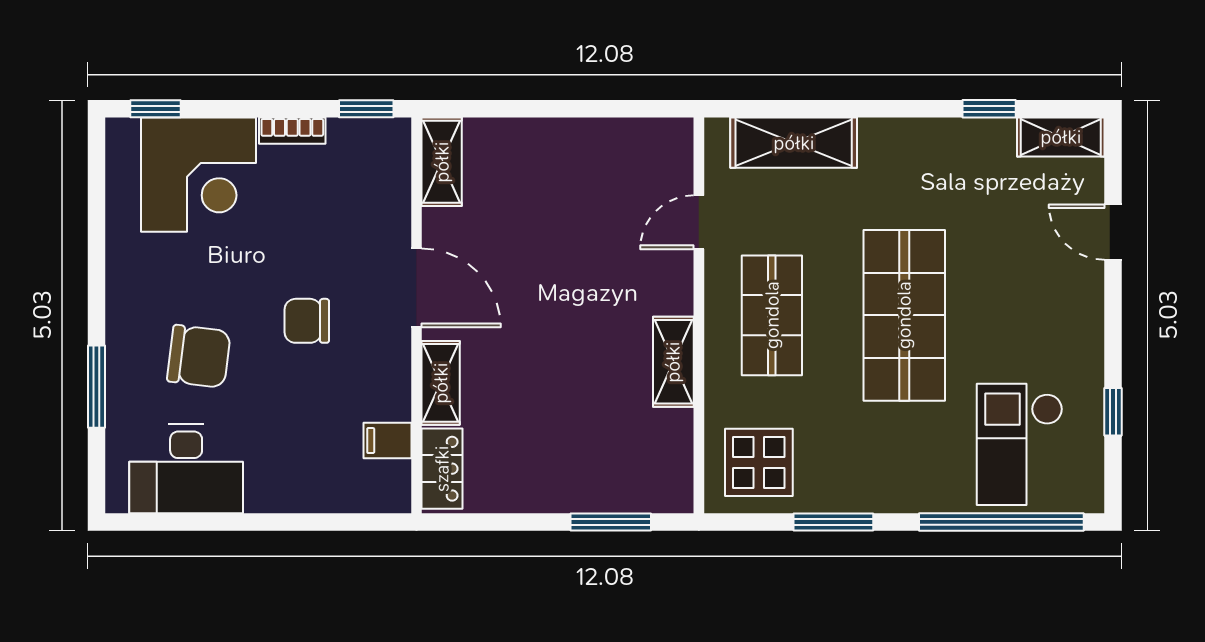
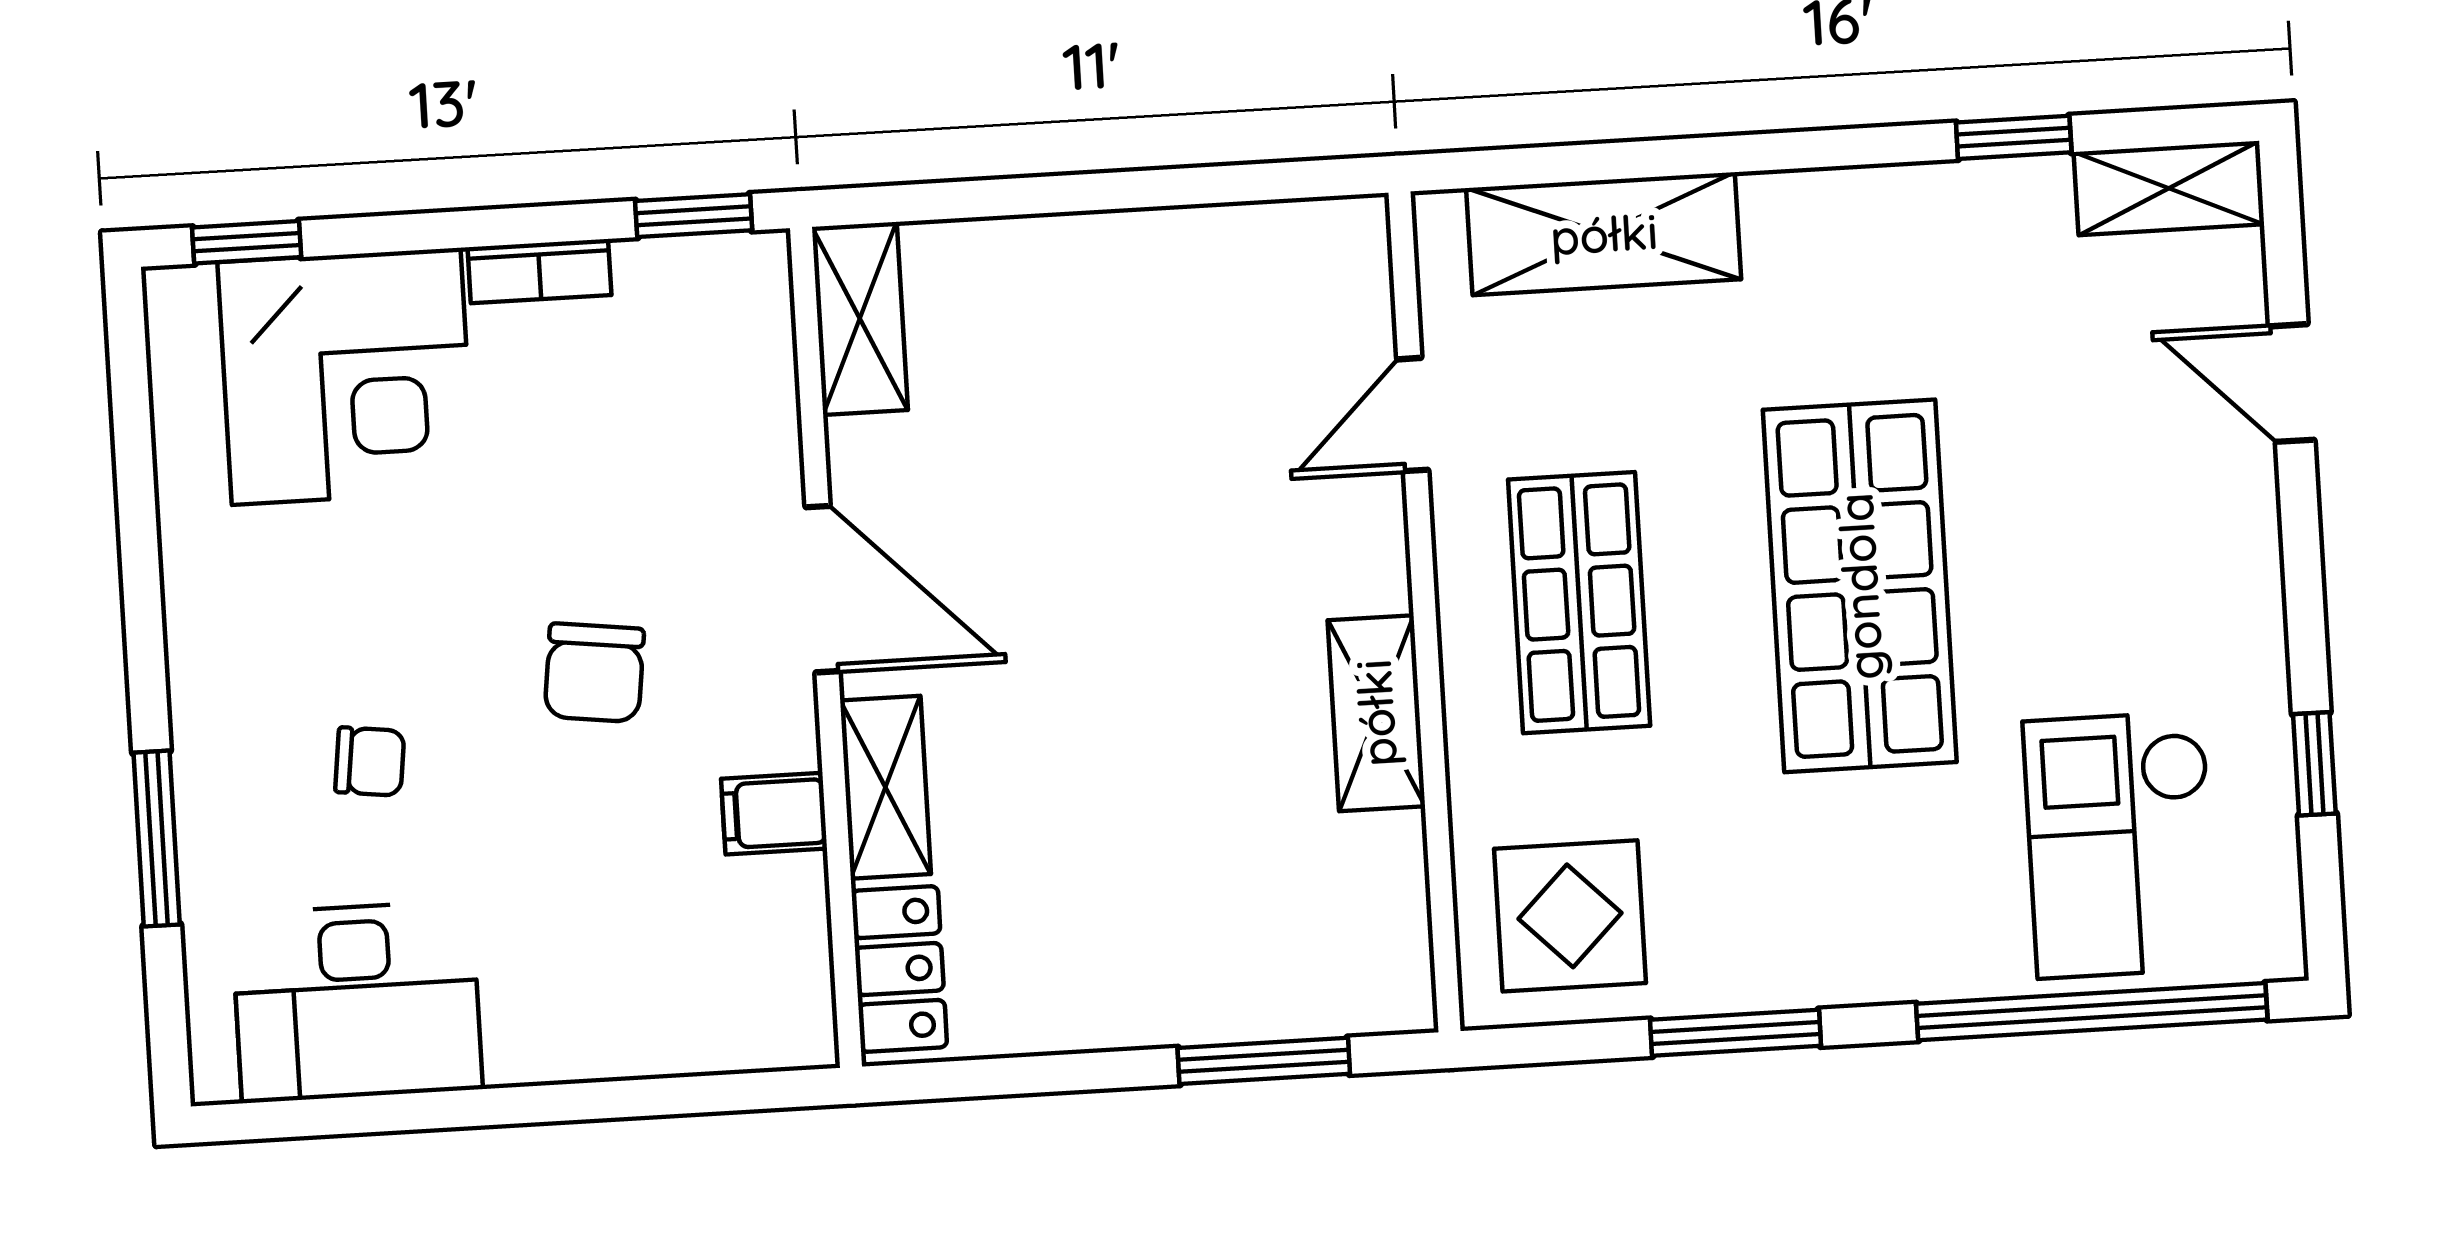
chair: (307, 321) -> (594, 673), turned -83
chair: (199, 356) -> (370, 762), width x0.54, depth x0.54
filing cabinet: (387, 441) -> (774, 814), moved

